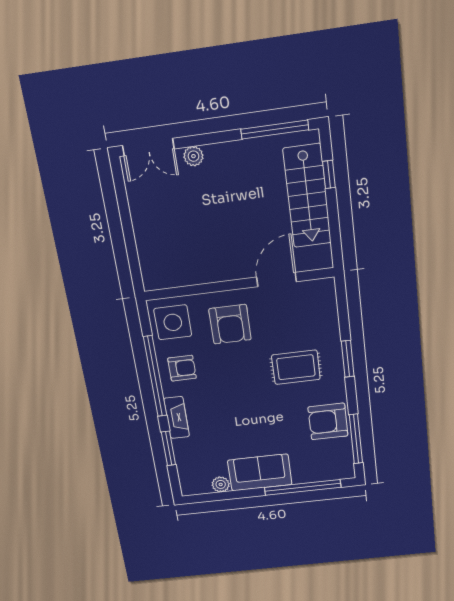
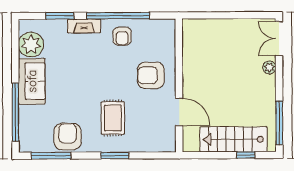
side table: (173, 322) -> (157, 35), removed
plant: (221, 484) -> (31, 45), width x1.88, depth x1.88

